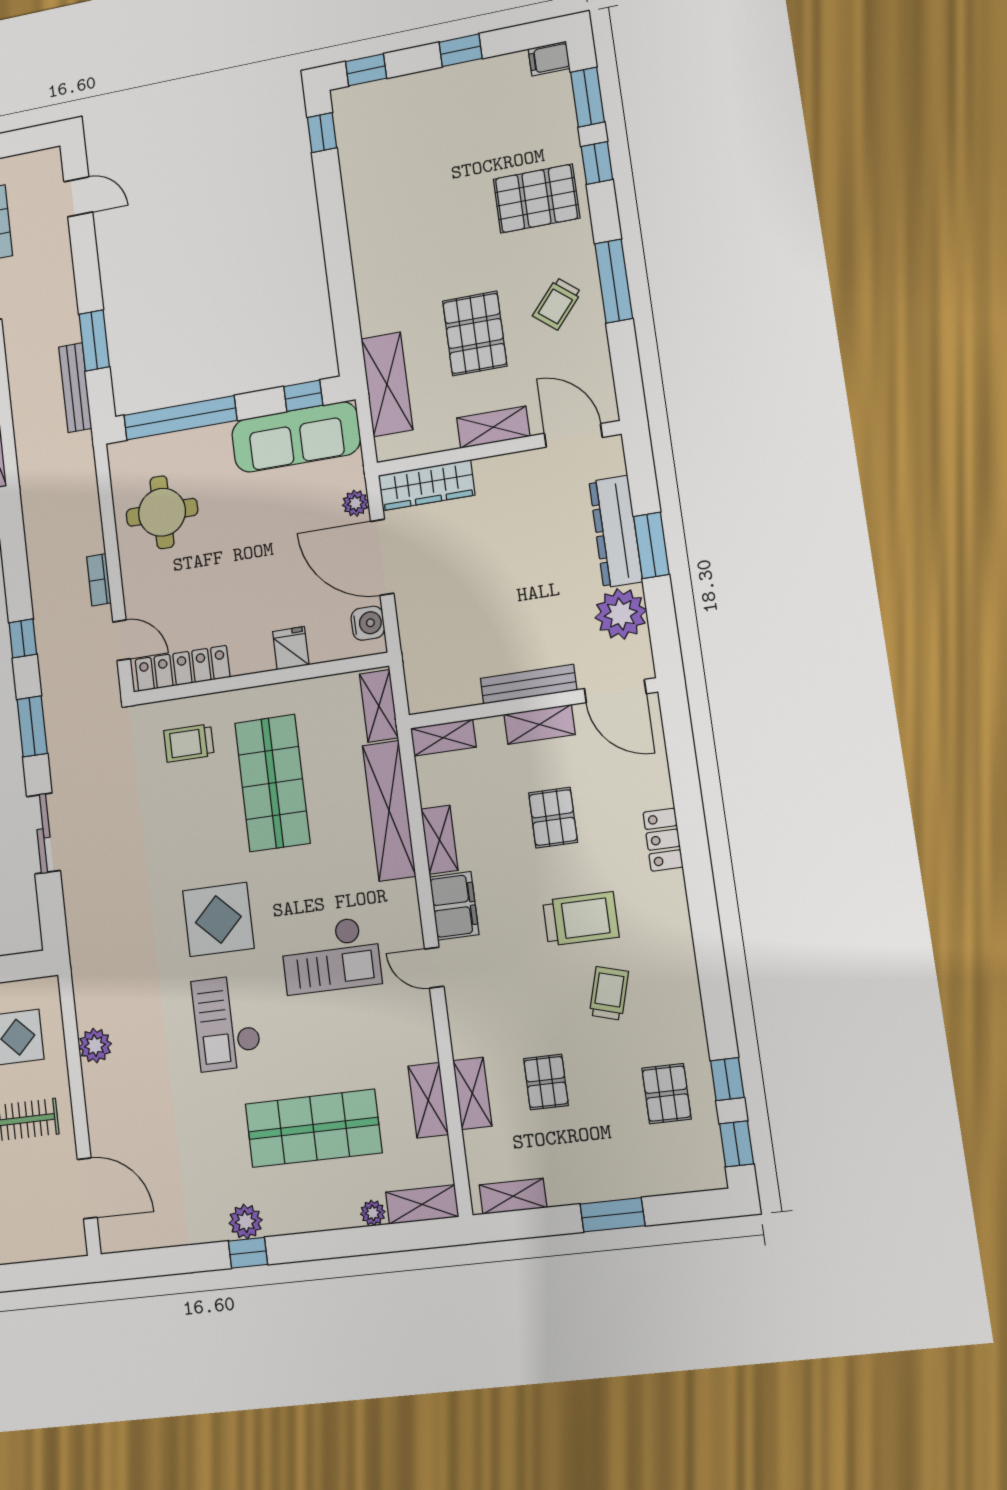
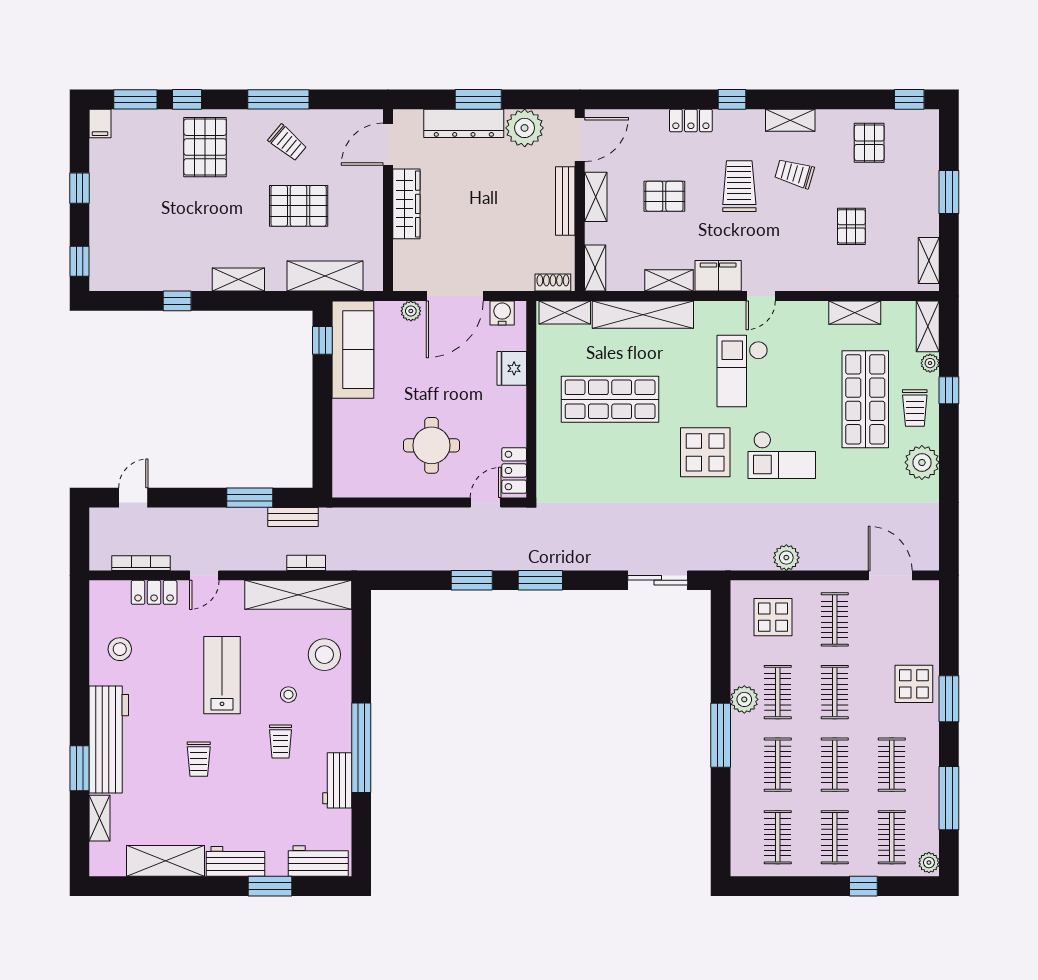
window: (322, 133) -> (177, 301), moved
bench: (75, 388) -> (293, 517), width x0.73
window: (180, 418) -> (322, 437), removed
shelving: (493, 427) -> (238, 280), moved, turned 90
wardrobe: (427, 485) -> (406, 204), moved
round table: (162, 512) -> (431, 445), moved
bookcase: (99, 580) -> (306, 563), moved, turned 180
window: (23, 638) -> (472, 580), width x1.50
fridge: (291, 648) -> (512, 368), width x1.38
locker: (182, 668) -> (514, 471), width x0.66
shoe rack: (417, 684) -> (553, 283), added
trolley: (189, 743) -> (915, 408), moved
sliding door: (43, 833) -> (658, 580), moved
checkout: (331, 955) -> (742, 371), turned 180
window: (727, 1079) -> (732, 99), moved
pallet: (546, 1082) -> (851, 226), turned 90
shelving: (472, 1093) -> (790, 120), moved
pallet: (667, 1094) -> (869, 143), turned 90
door: (87, 1188) -> (890, 575), hinge flipped
plant: (246, 1222) -> (922, 462), width x1.36, depth x1.36
window: (248, 1253) -> (949, 390), moved

